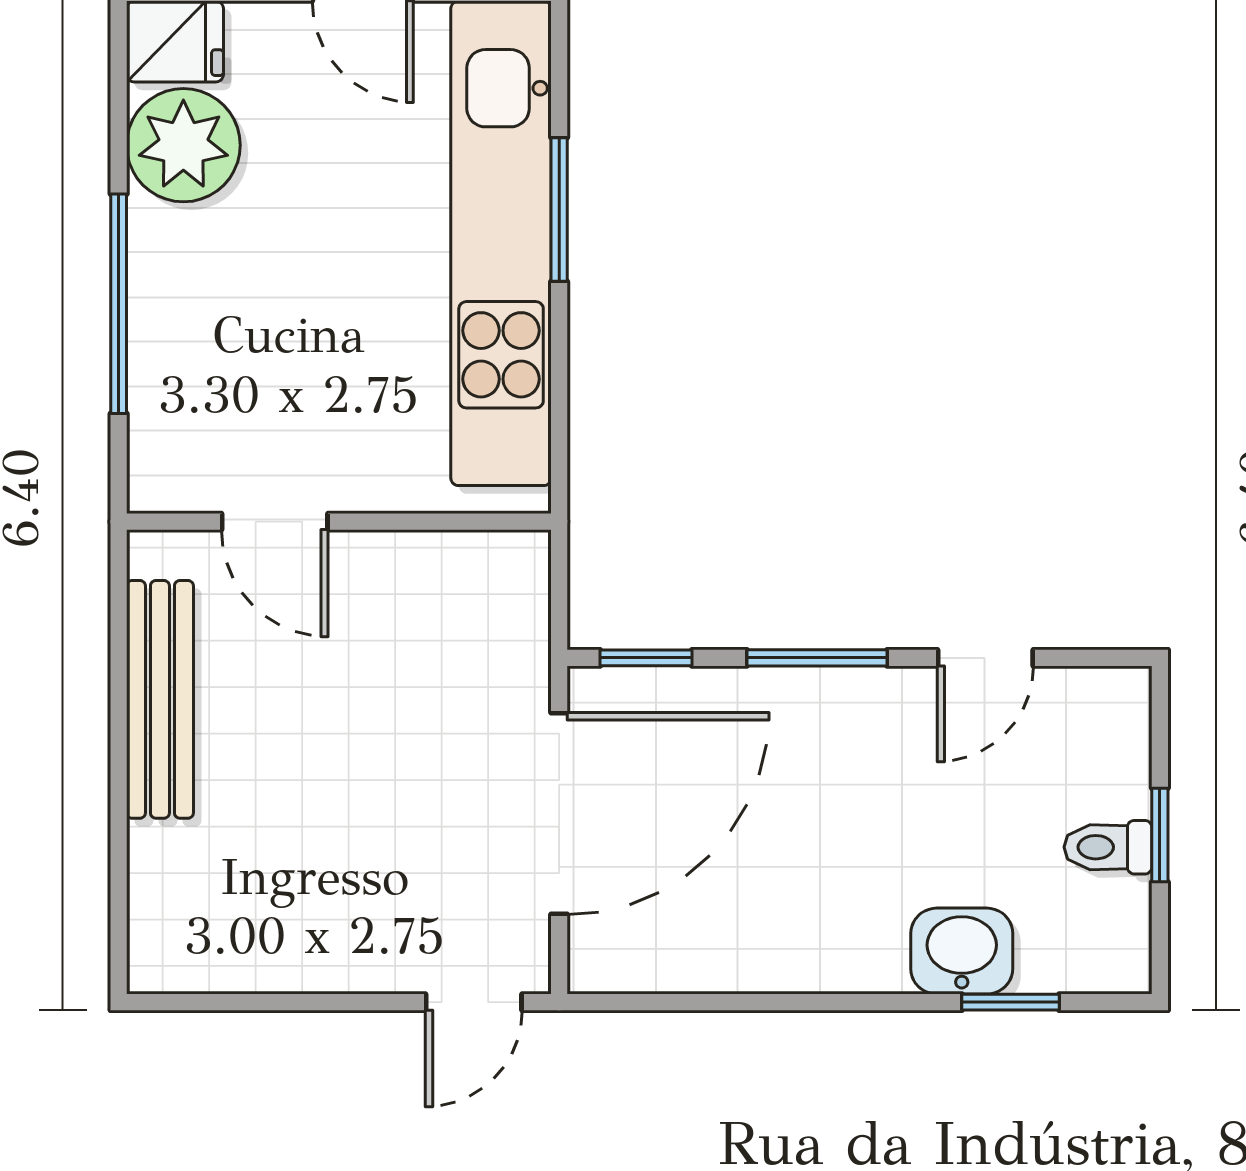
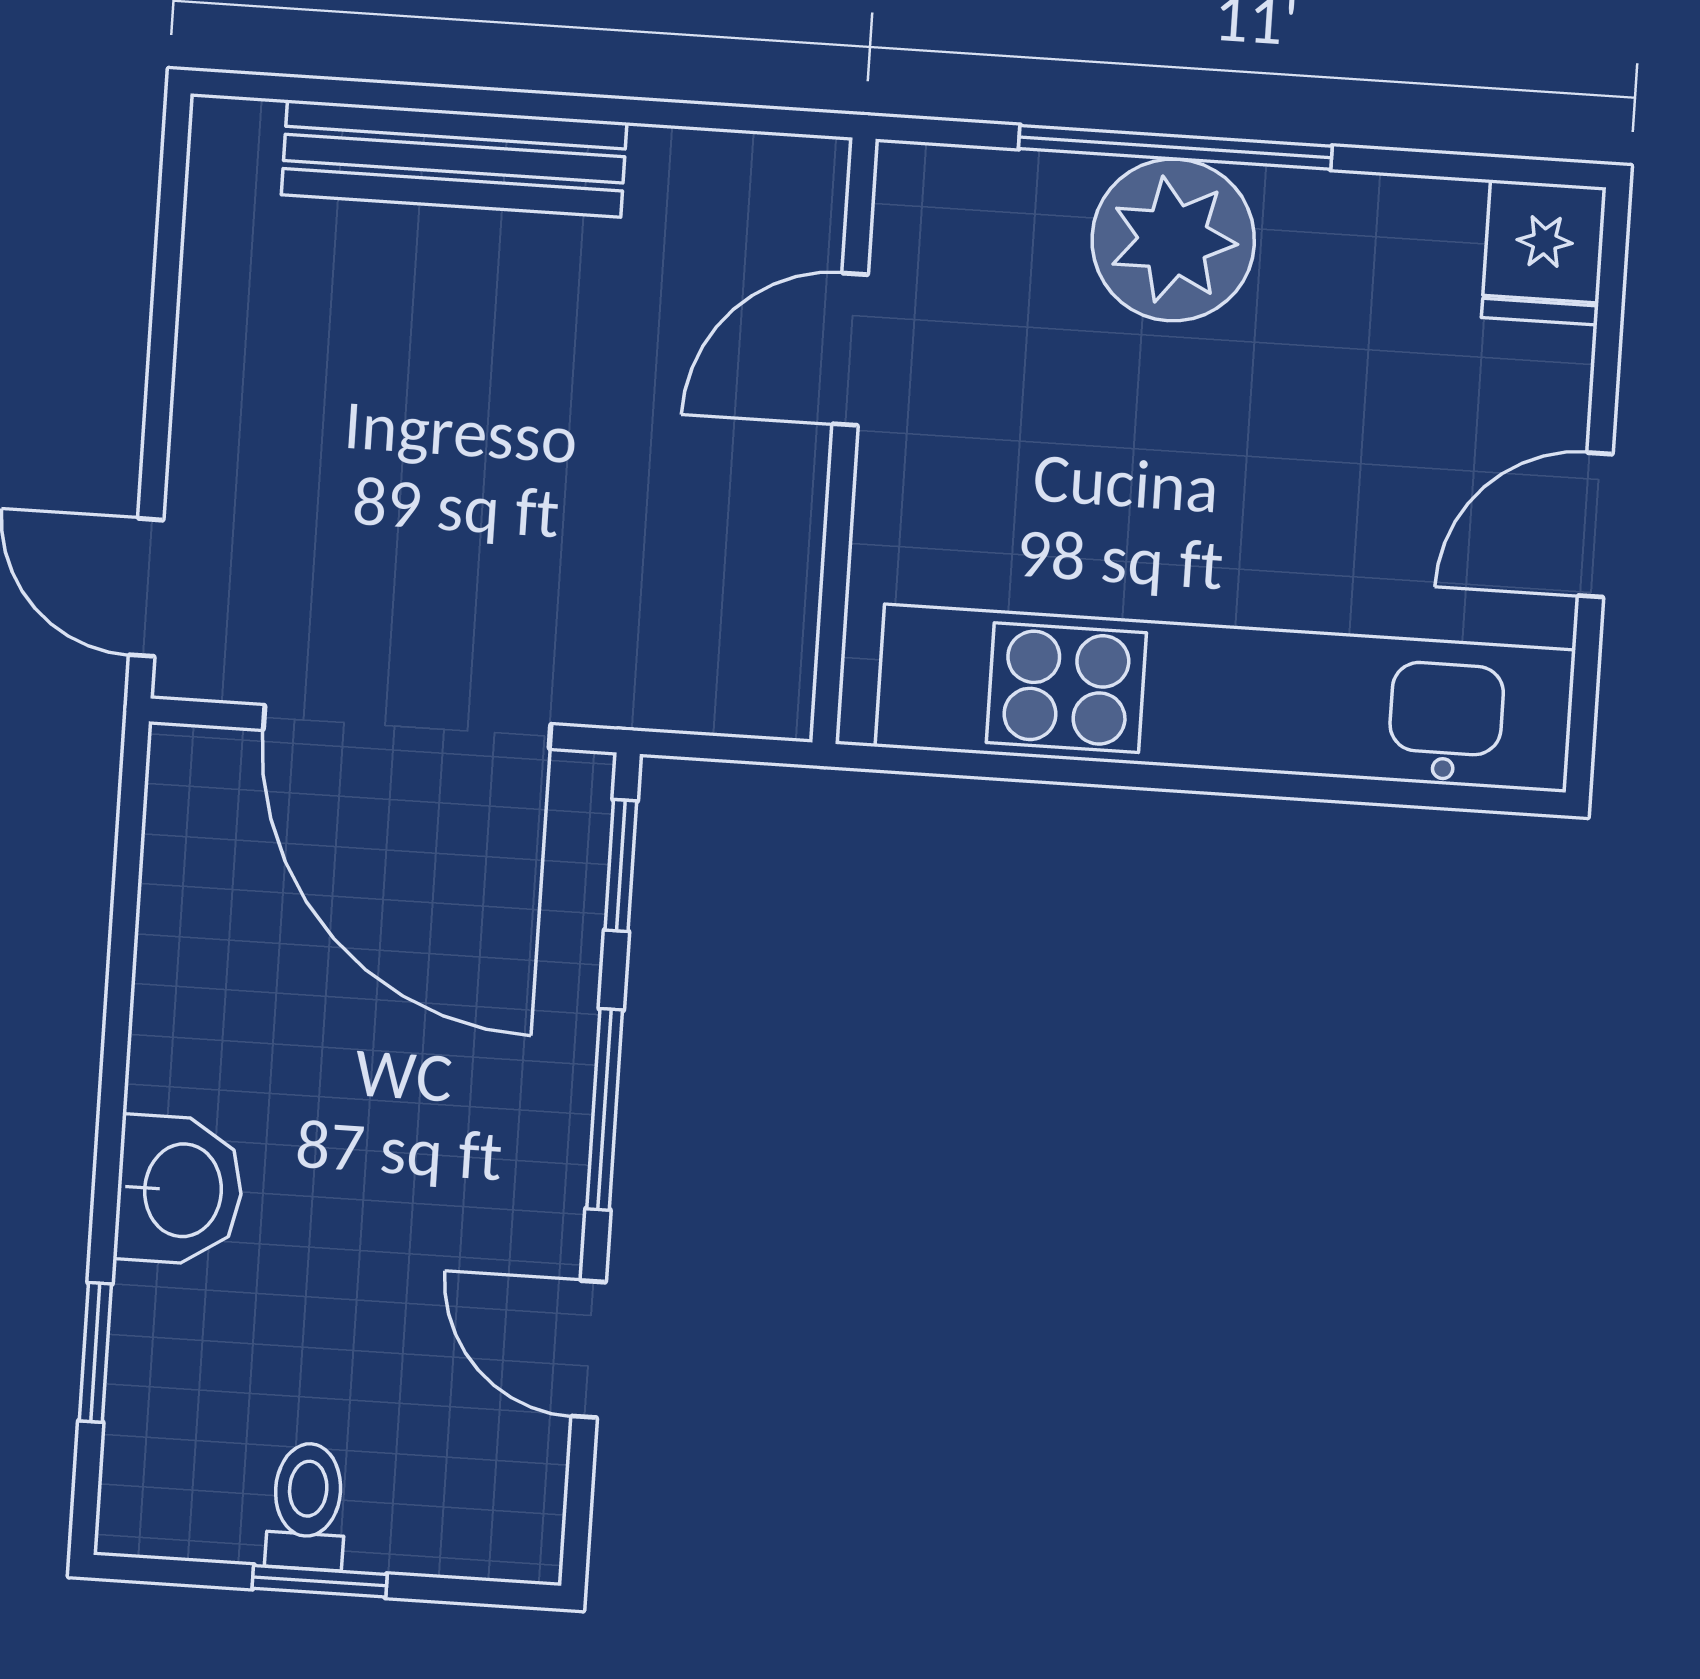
plant: (183, 145) -> (1173, 240), moved
window: (559, 210) -> (1268, 784), removed
bench: (160, 699) -> (454, 159), moved
washbasin: (962, 951) -> (179, 1190), moved

